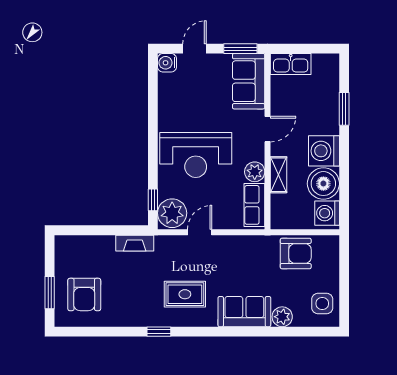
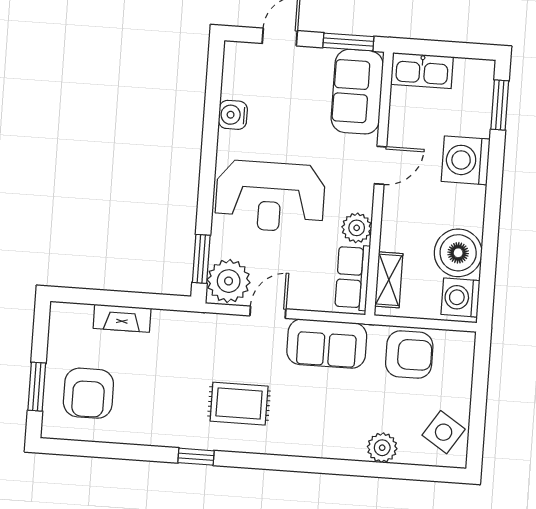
water cooler: (167, 63) -> (233, 115), moved
window: (344, 109) -> (500, 105), moved
washing machine: (324, 151) -> (466, 160), moved
shelving: (279, 175) -> (389, 280), moved
window: (153, 200) -> (201, 259), width x1.50
fireplace: (135, 243) -> (122, 318), moved
side table: (322, 304) -> (444, 432), turned 33
sofa: (244, 312) -> (327, 344), moved, turned 180

